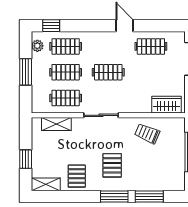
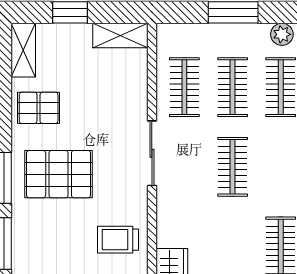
shelving: (56, 124) -> (120, 36), moved, turned 90
trolley: (147, 134) -> (118, 240), turned -113
pallet: (112, 165) -> (59, 174), width x1.50, depth x1.42

